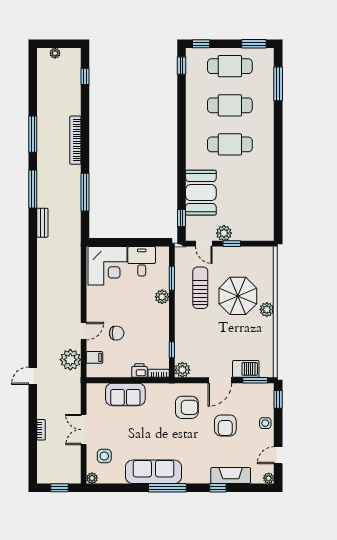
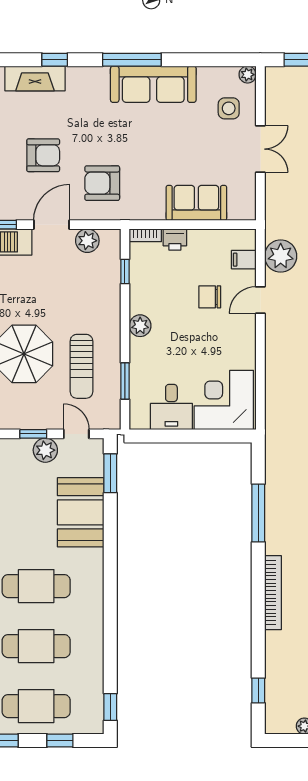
window: (201, 44) -> (60, 740), moved
window: (182, 218) -> (110, 473), width x1.50
plant: (162, 297) -> (140, 326), moved
plant: (182, 370) -> (87, 241), moved
armchair: (225, 425) -> (43, 155), turned 90

